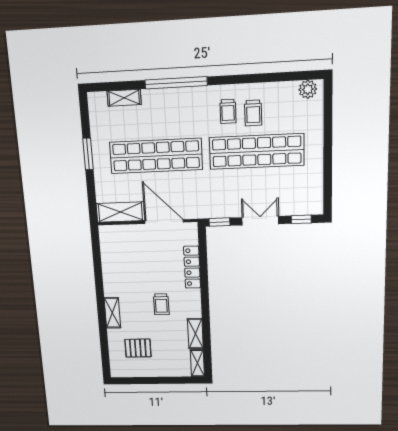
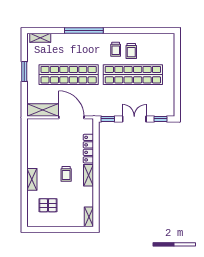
plant: (308, 89) -> (165, 39), removed
shelving: (124, 98) -> (40, 38), moved
shelving: (195, 333) -> (88, 175), moved

